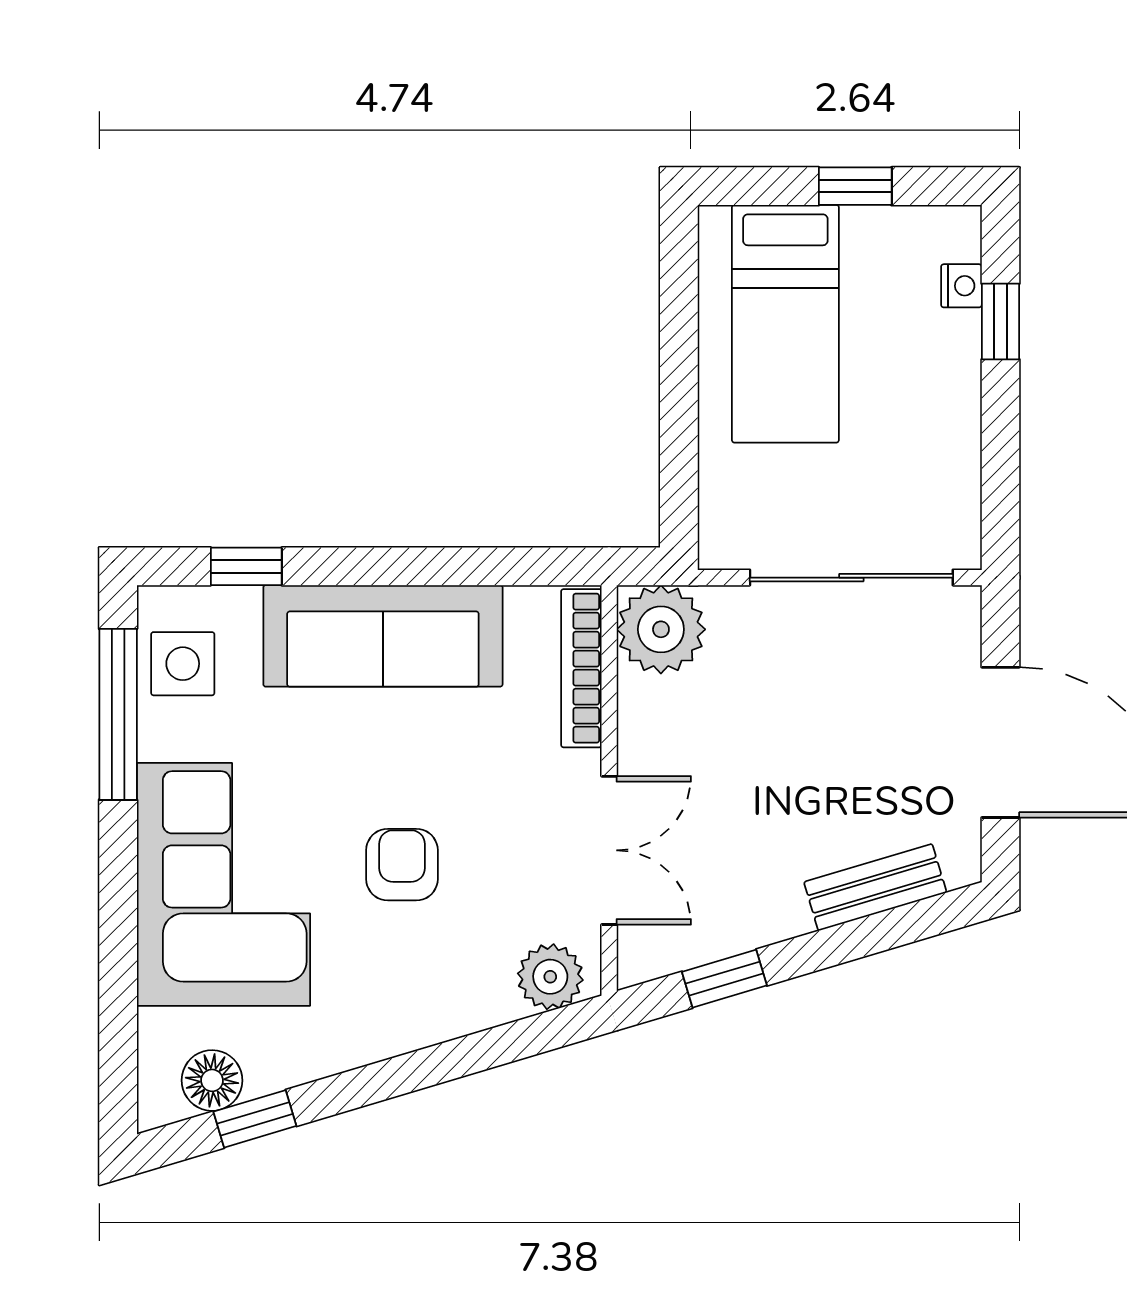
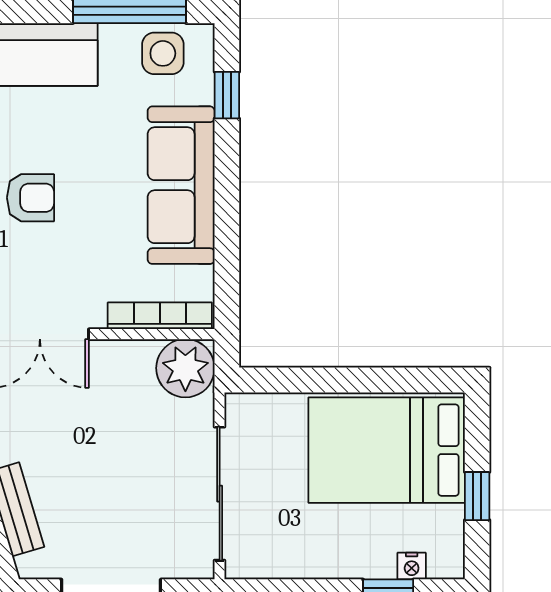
bed: (785, 324) -> (387, 450), width x1.50

